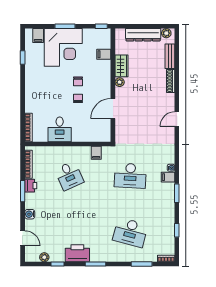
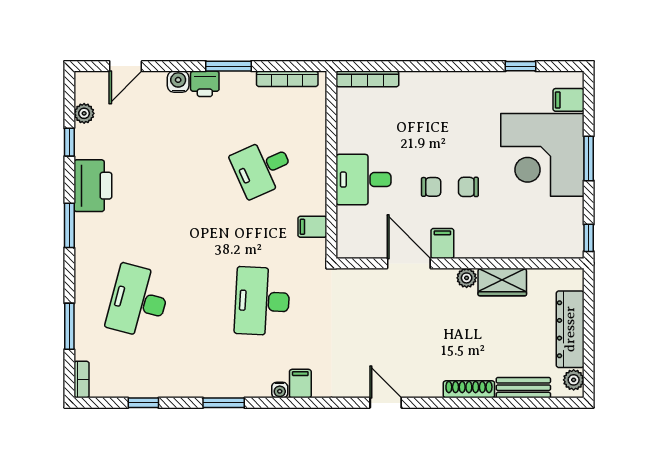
filing cabinet: (104, 54) -> (442, 243), moved
desk: (60, 129) -> (363, 180), moved
filing cabinet: (168, 177) -> (300, 384), moved
printer: (31, 186) -> (205, 84), moved

